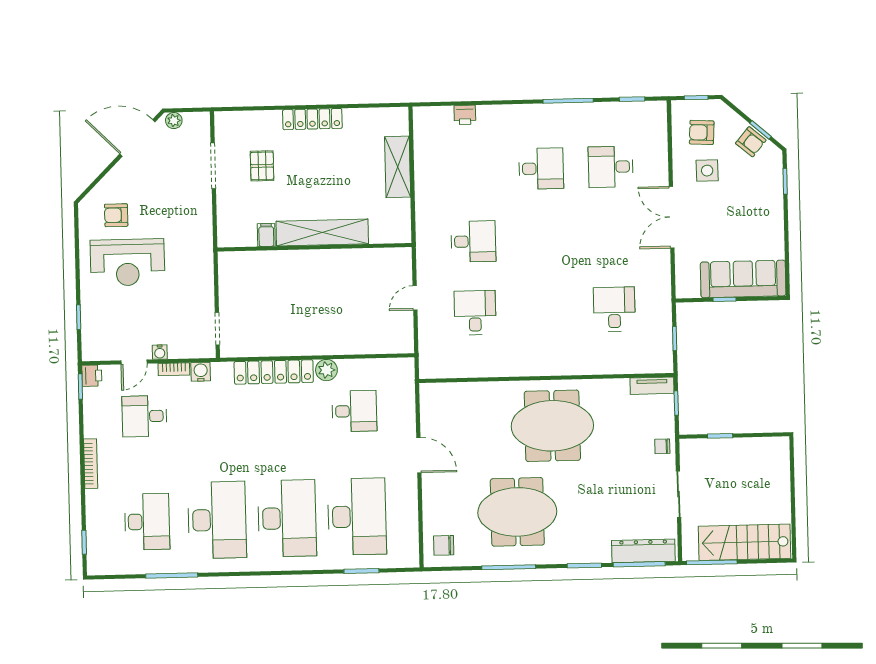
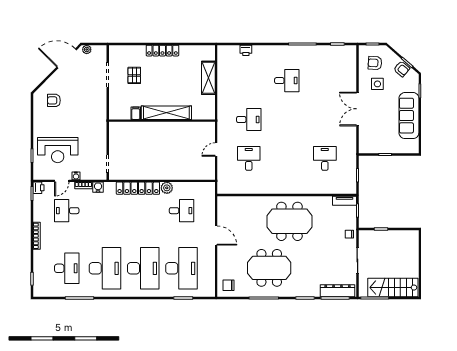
desk: (611, 167) -> (325, 81), removed
reception desk: (127, 262) -> (58, 150), moved
sofa: (743, 279) -> (409, 116), moved, turned -90

